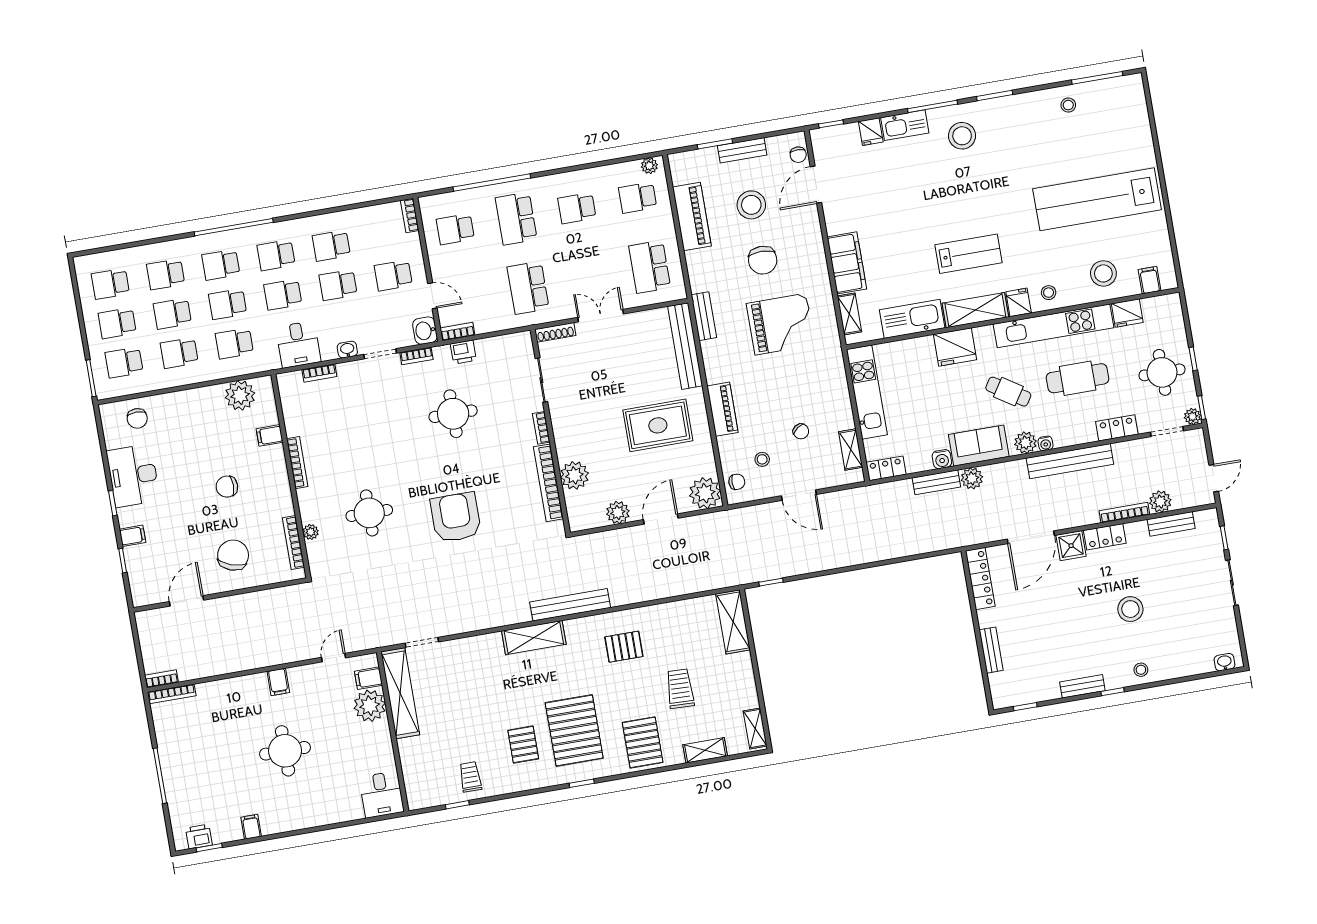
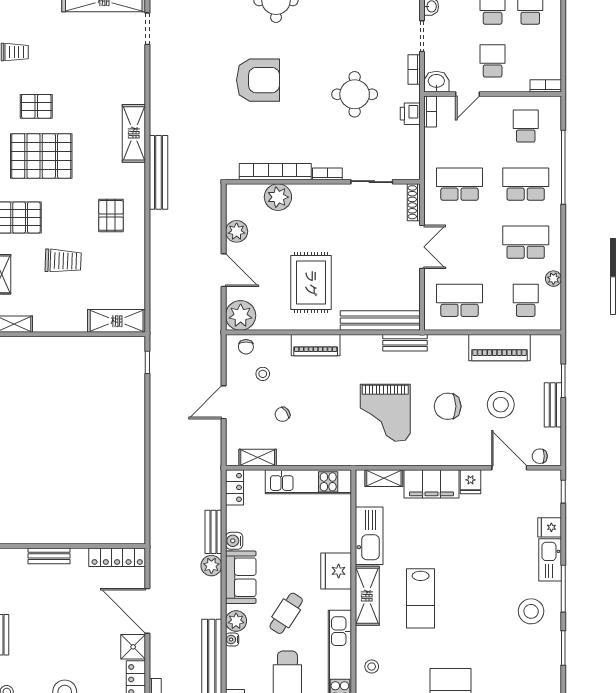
plant: (649, 166) -> (553, 279), moved
school desk: (577, 208) -> (526, 242), width x1.85
fridge: (1019, 302) -> (471, 482), moved, turned 90

